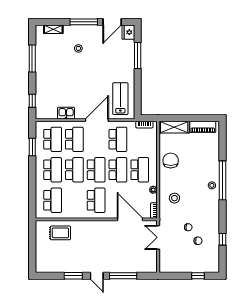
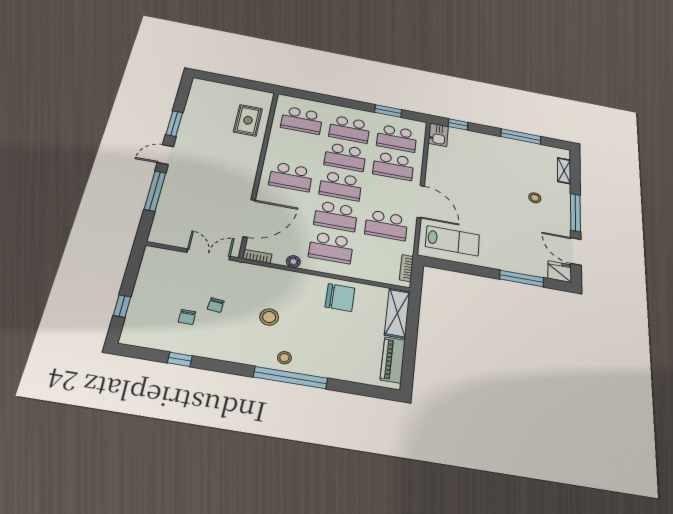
kitchen sink: (66, 113) -> (438, 135), moved
stool: (174, 198) -> (269, 317), moved

